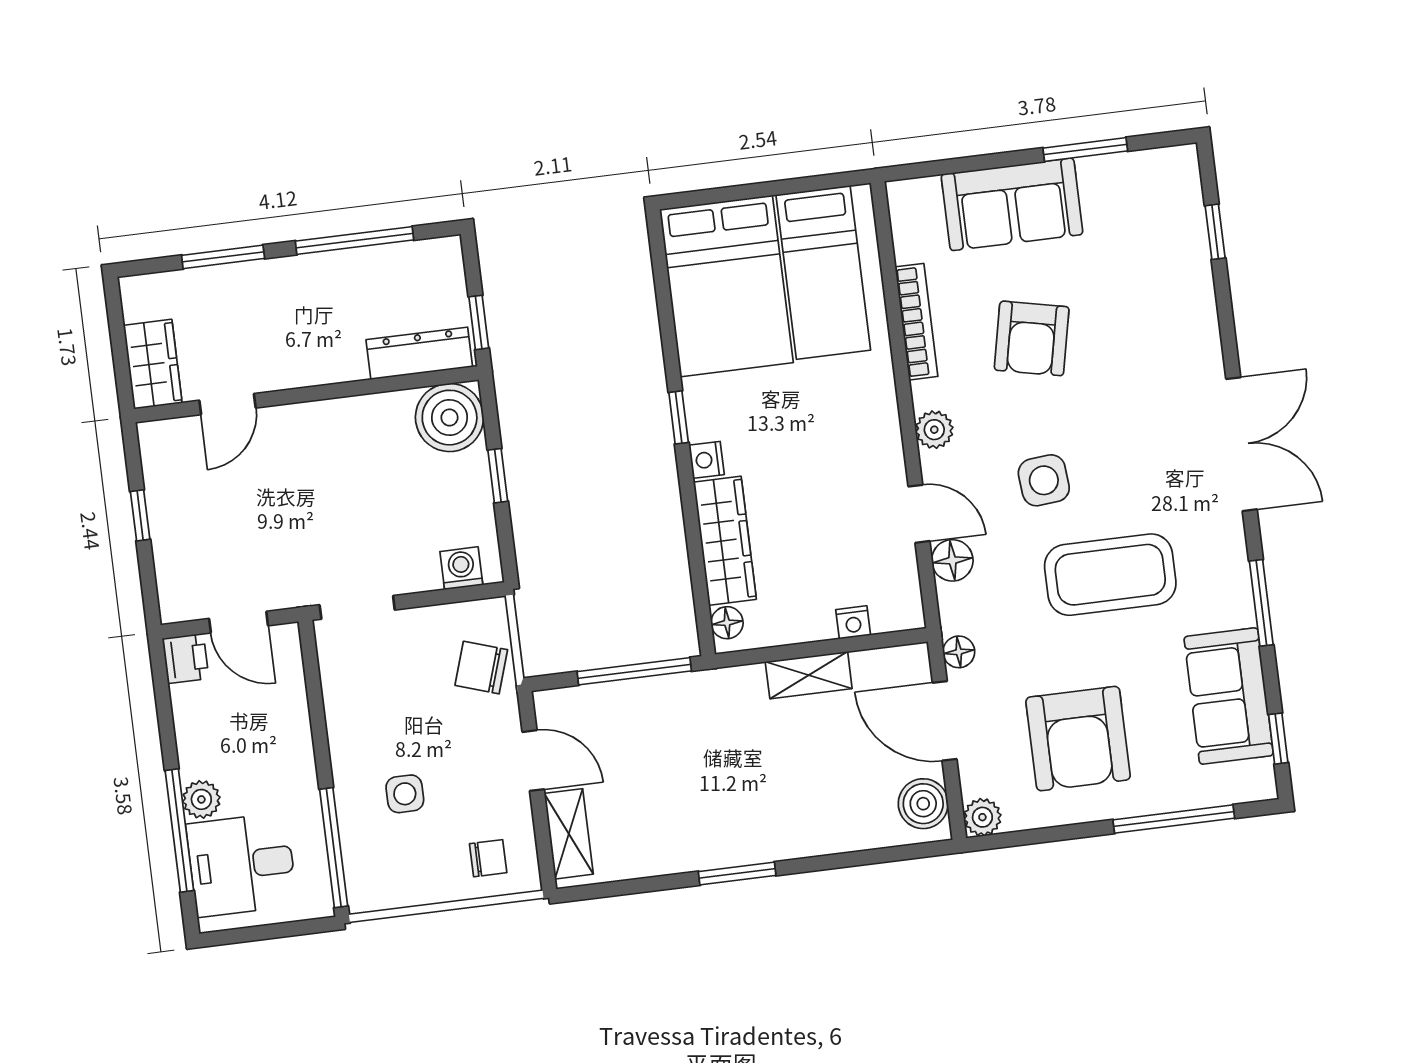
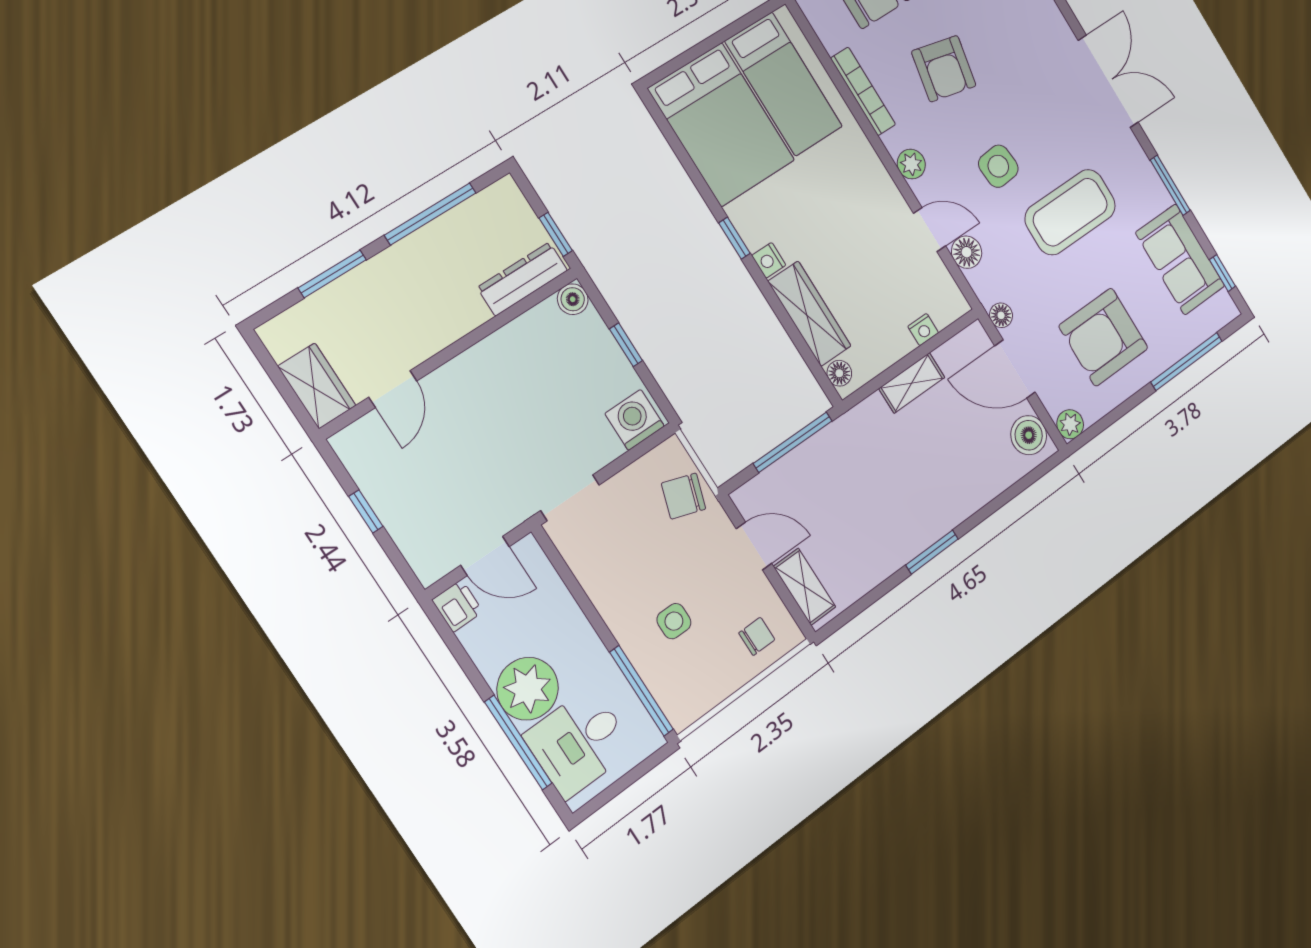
boiler: (450, 418) -> (573, 299), width x0.54, depth x0.54
washing machine: (461, 568) -> (635, 420), width x1.38, depth x1.38
armchair: (1078, 739) -> (1103, 337), turned 90
plant: (201, 799) -> (528, 689), width x1.87, depth x1.87

